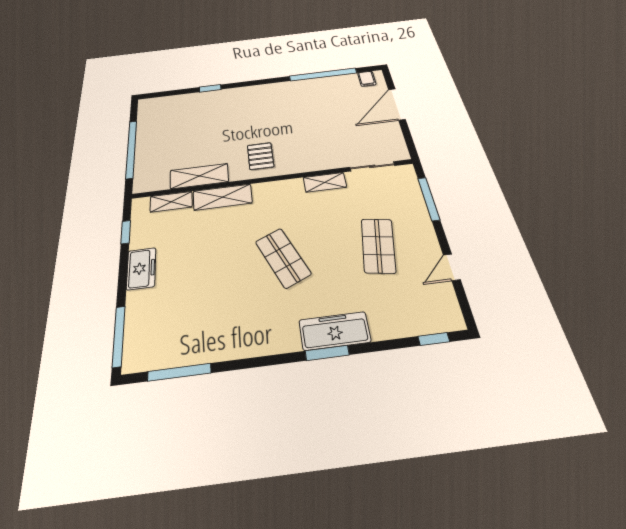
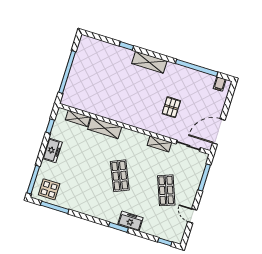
door: (397, 104) -> (219, 132), moved
pallet: (261, 156) -> (171, 107), moved
shelving: (199, 176) -> (149, 62), moved
shop shelf: (378, 246) -> (166, 190), turned -30
door: (452, 267) -> (192, 216), hinge flipped
freezer: (335, 331) -> (130, 221), width x0.71
display table: (156, 341) -> (49, 189), added

